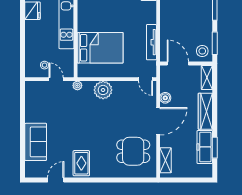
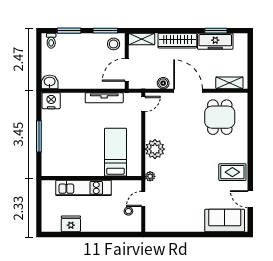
bed: (100, 48) -> (116, 152), width x0.67
sofa: (36, 142) -> (225, 221), moved

